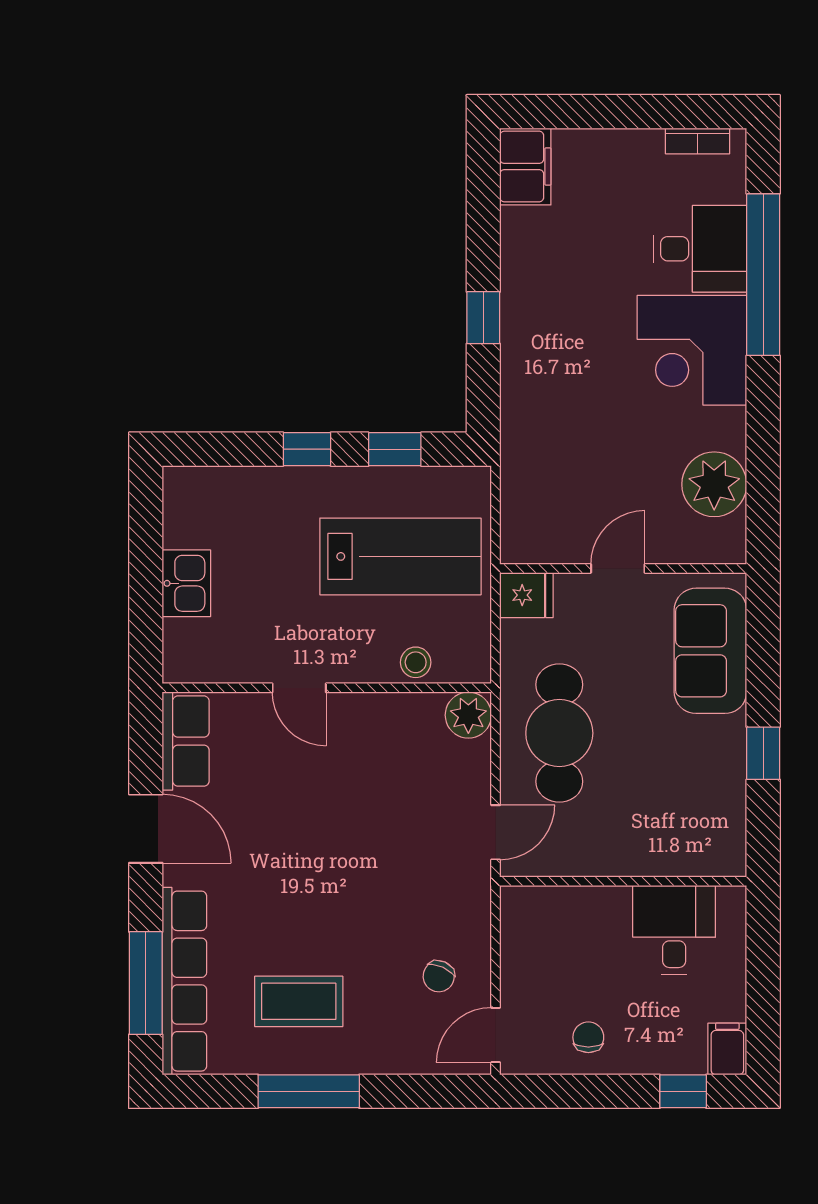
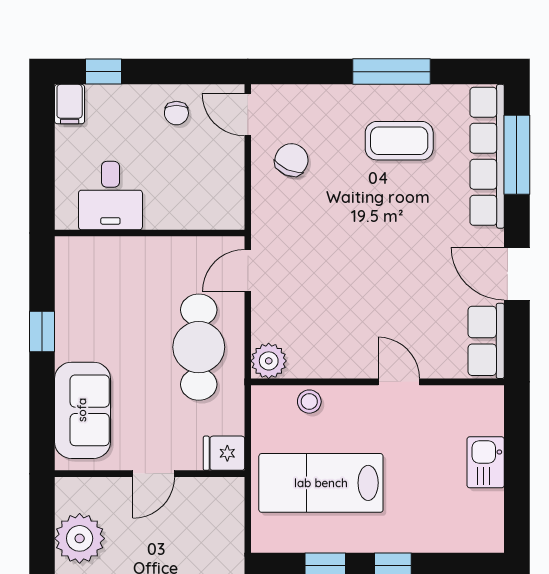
chair: (439, 976) -> (291, 160), width x1.37, depth x1.37
door: (496, 1035) -> (248, 115), swing flipped

